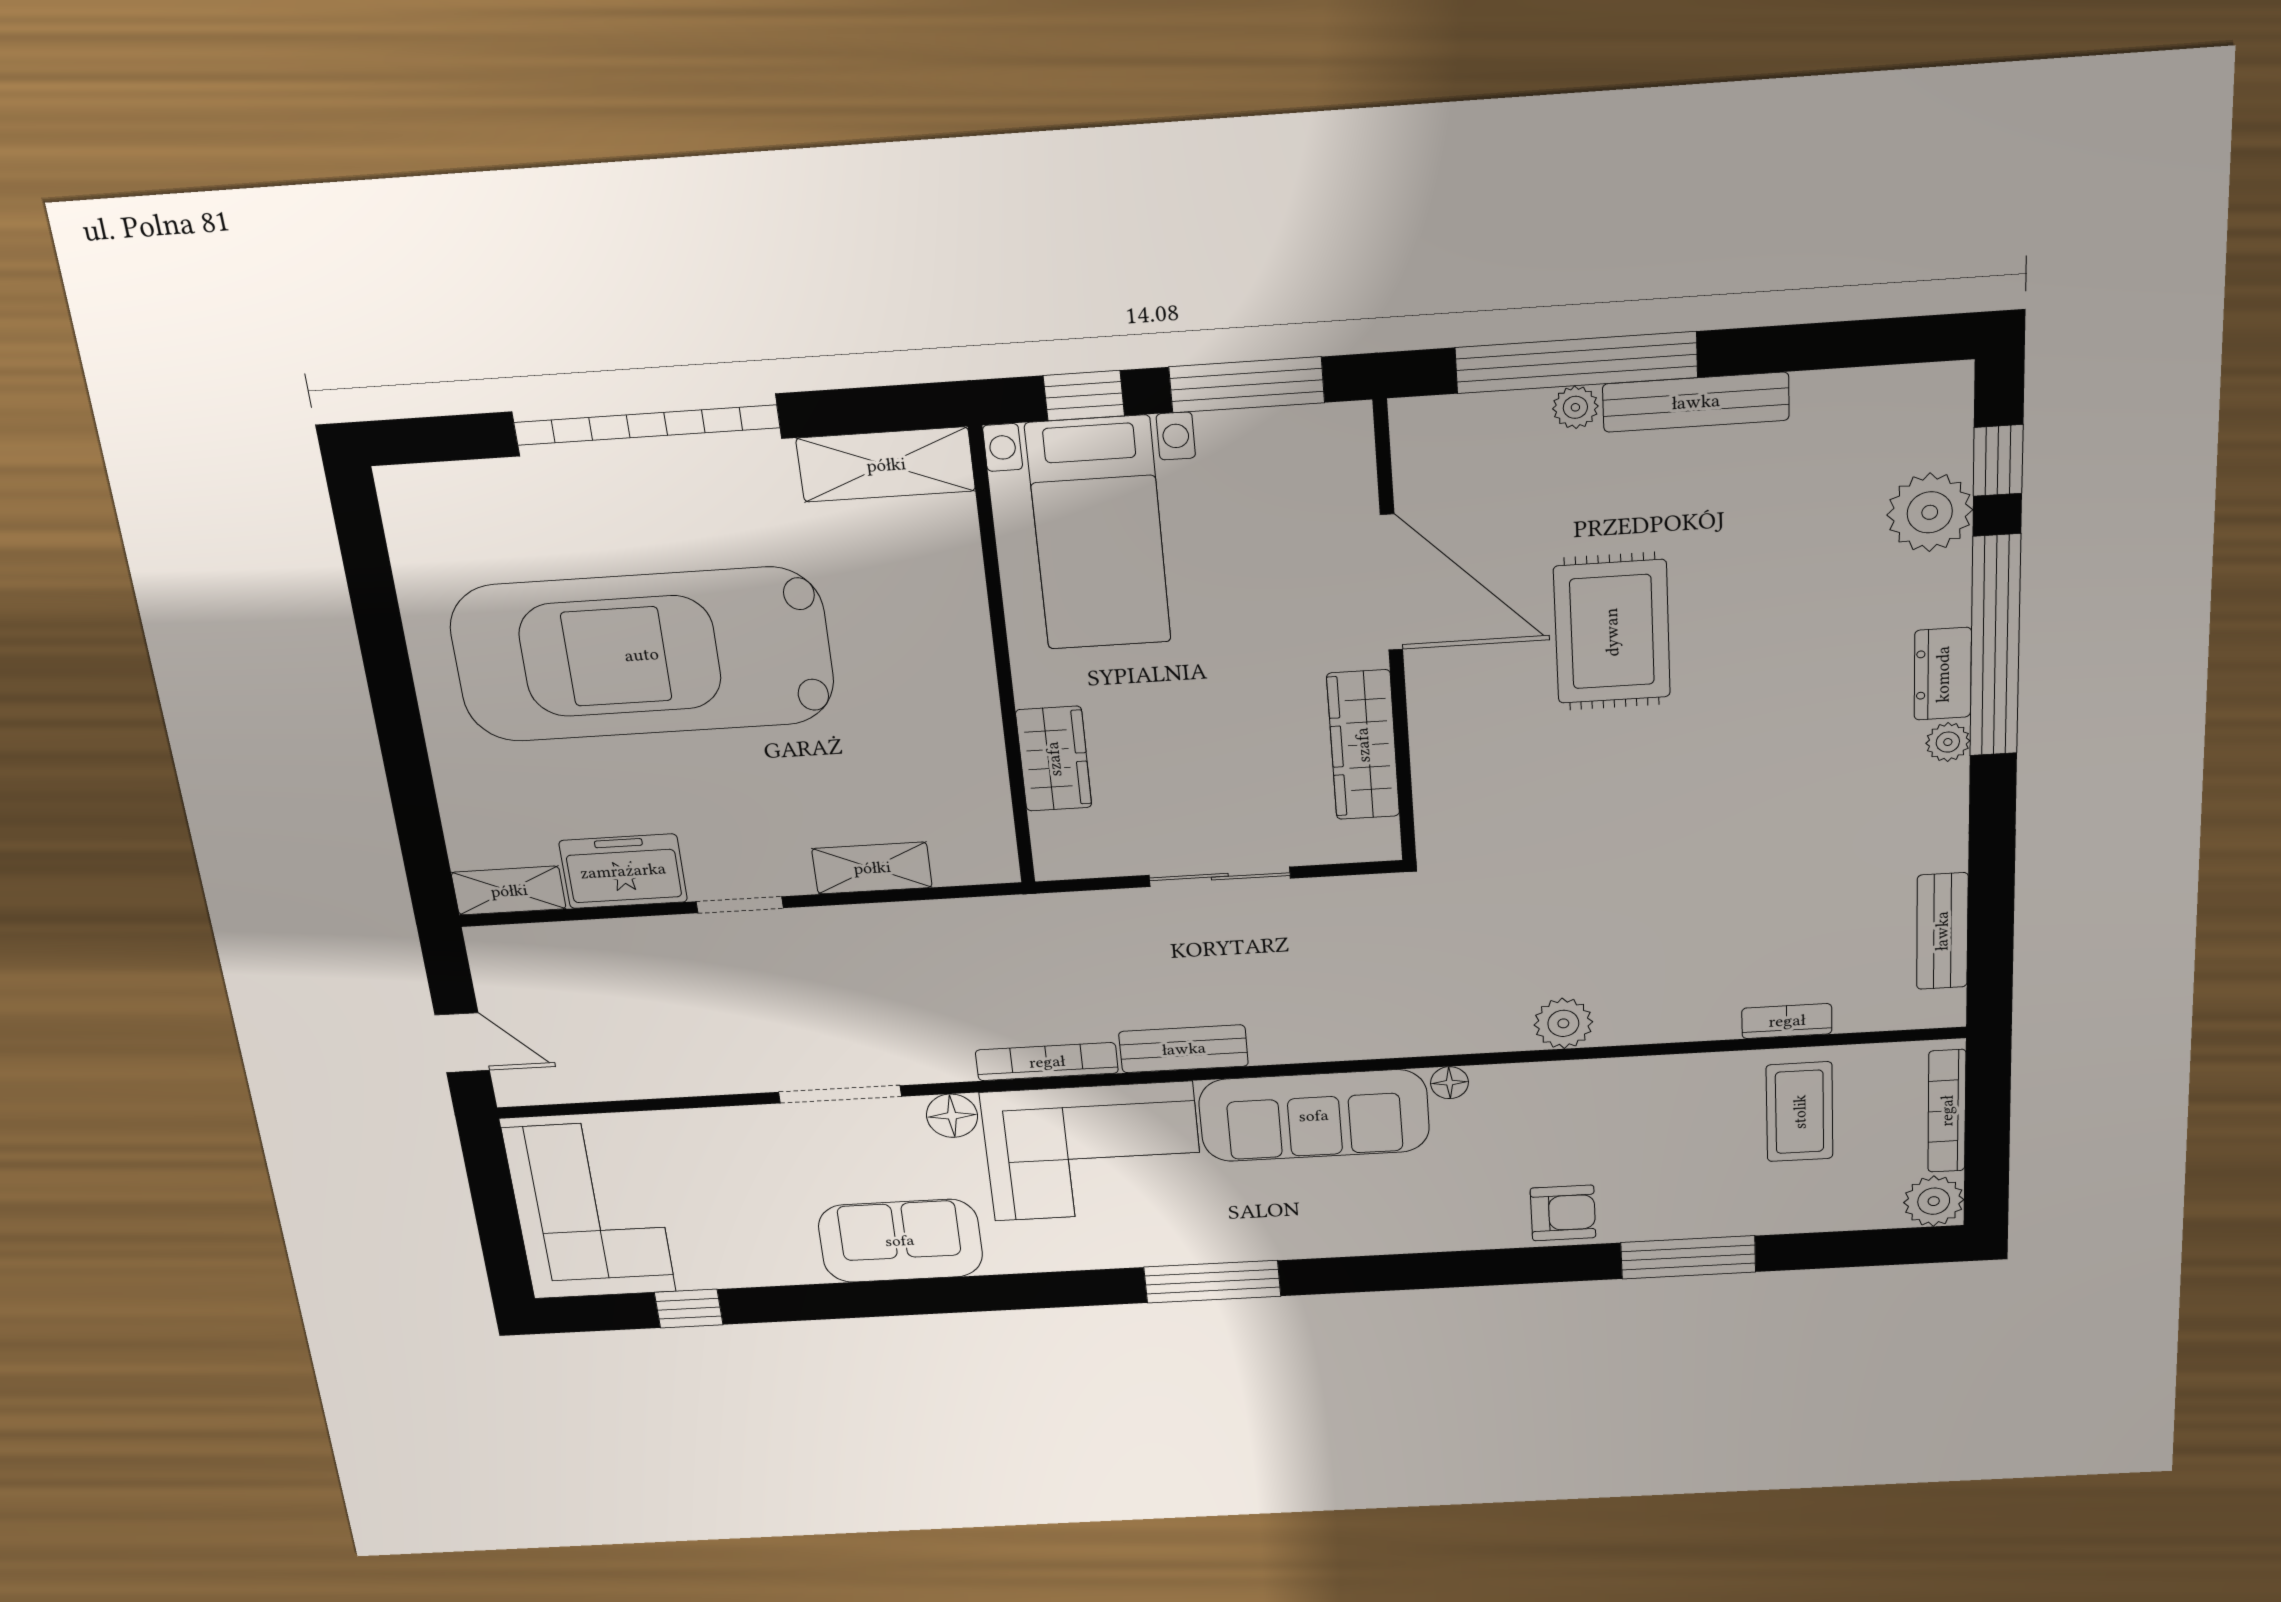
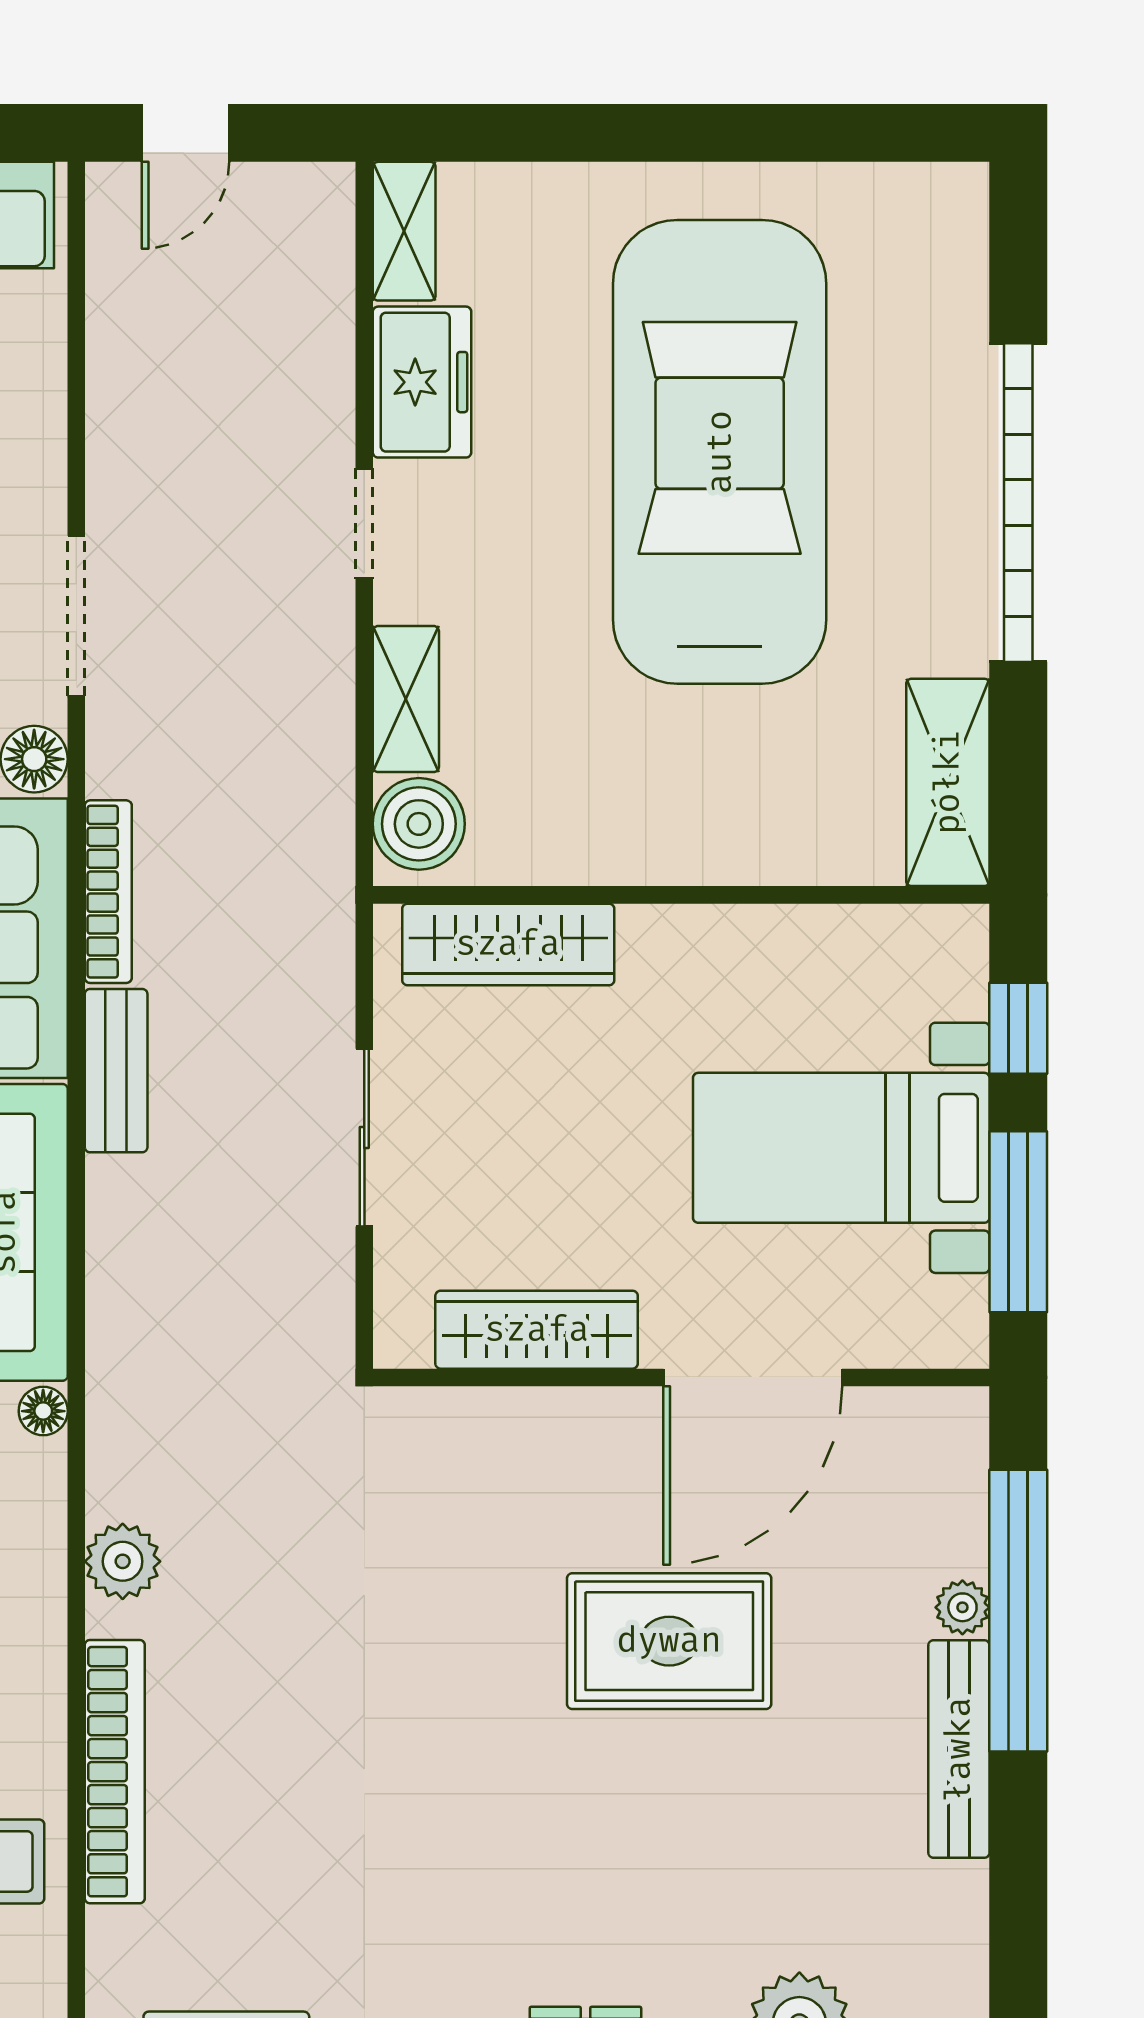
bed with nightstands: (1098, 533) -> (841, 1148), moved
wardrobe: (1054, 759) -> (508, 944), width x1.50
boiler: (969, 853) -> (419, 824), added
bookcase: (1787, 1021) -> (115, 1772), width x2.31, depth x1.31

